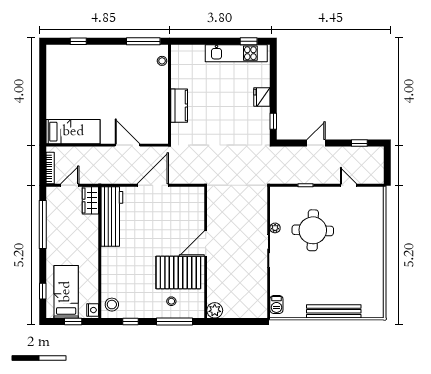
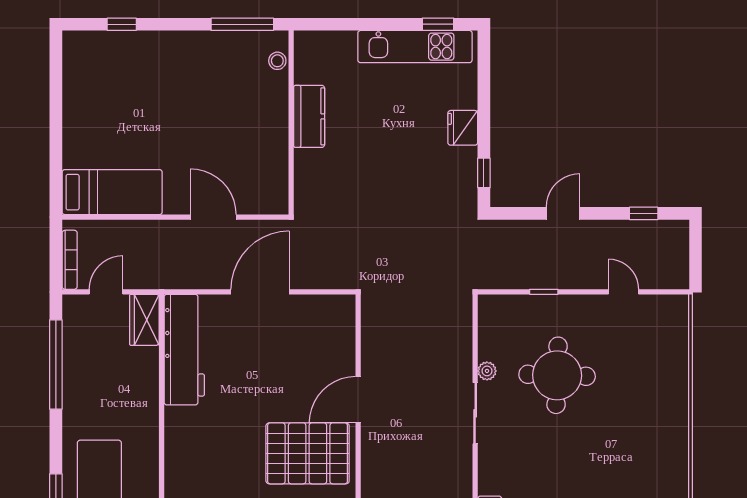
kitchen counter: (179, 106) -> (309, 116), moved

